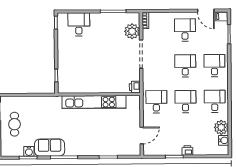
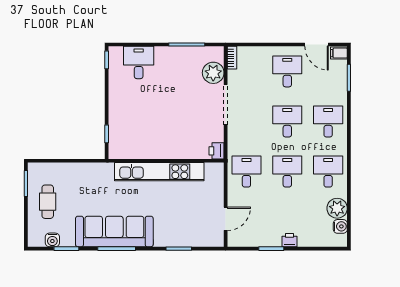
sofa: (50, 148) -> (114, 231), width x1.85, depth x1.27
water cooler: (29, 151) -> (52, 240), moved

